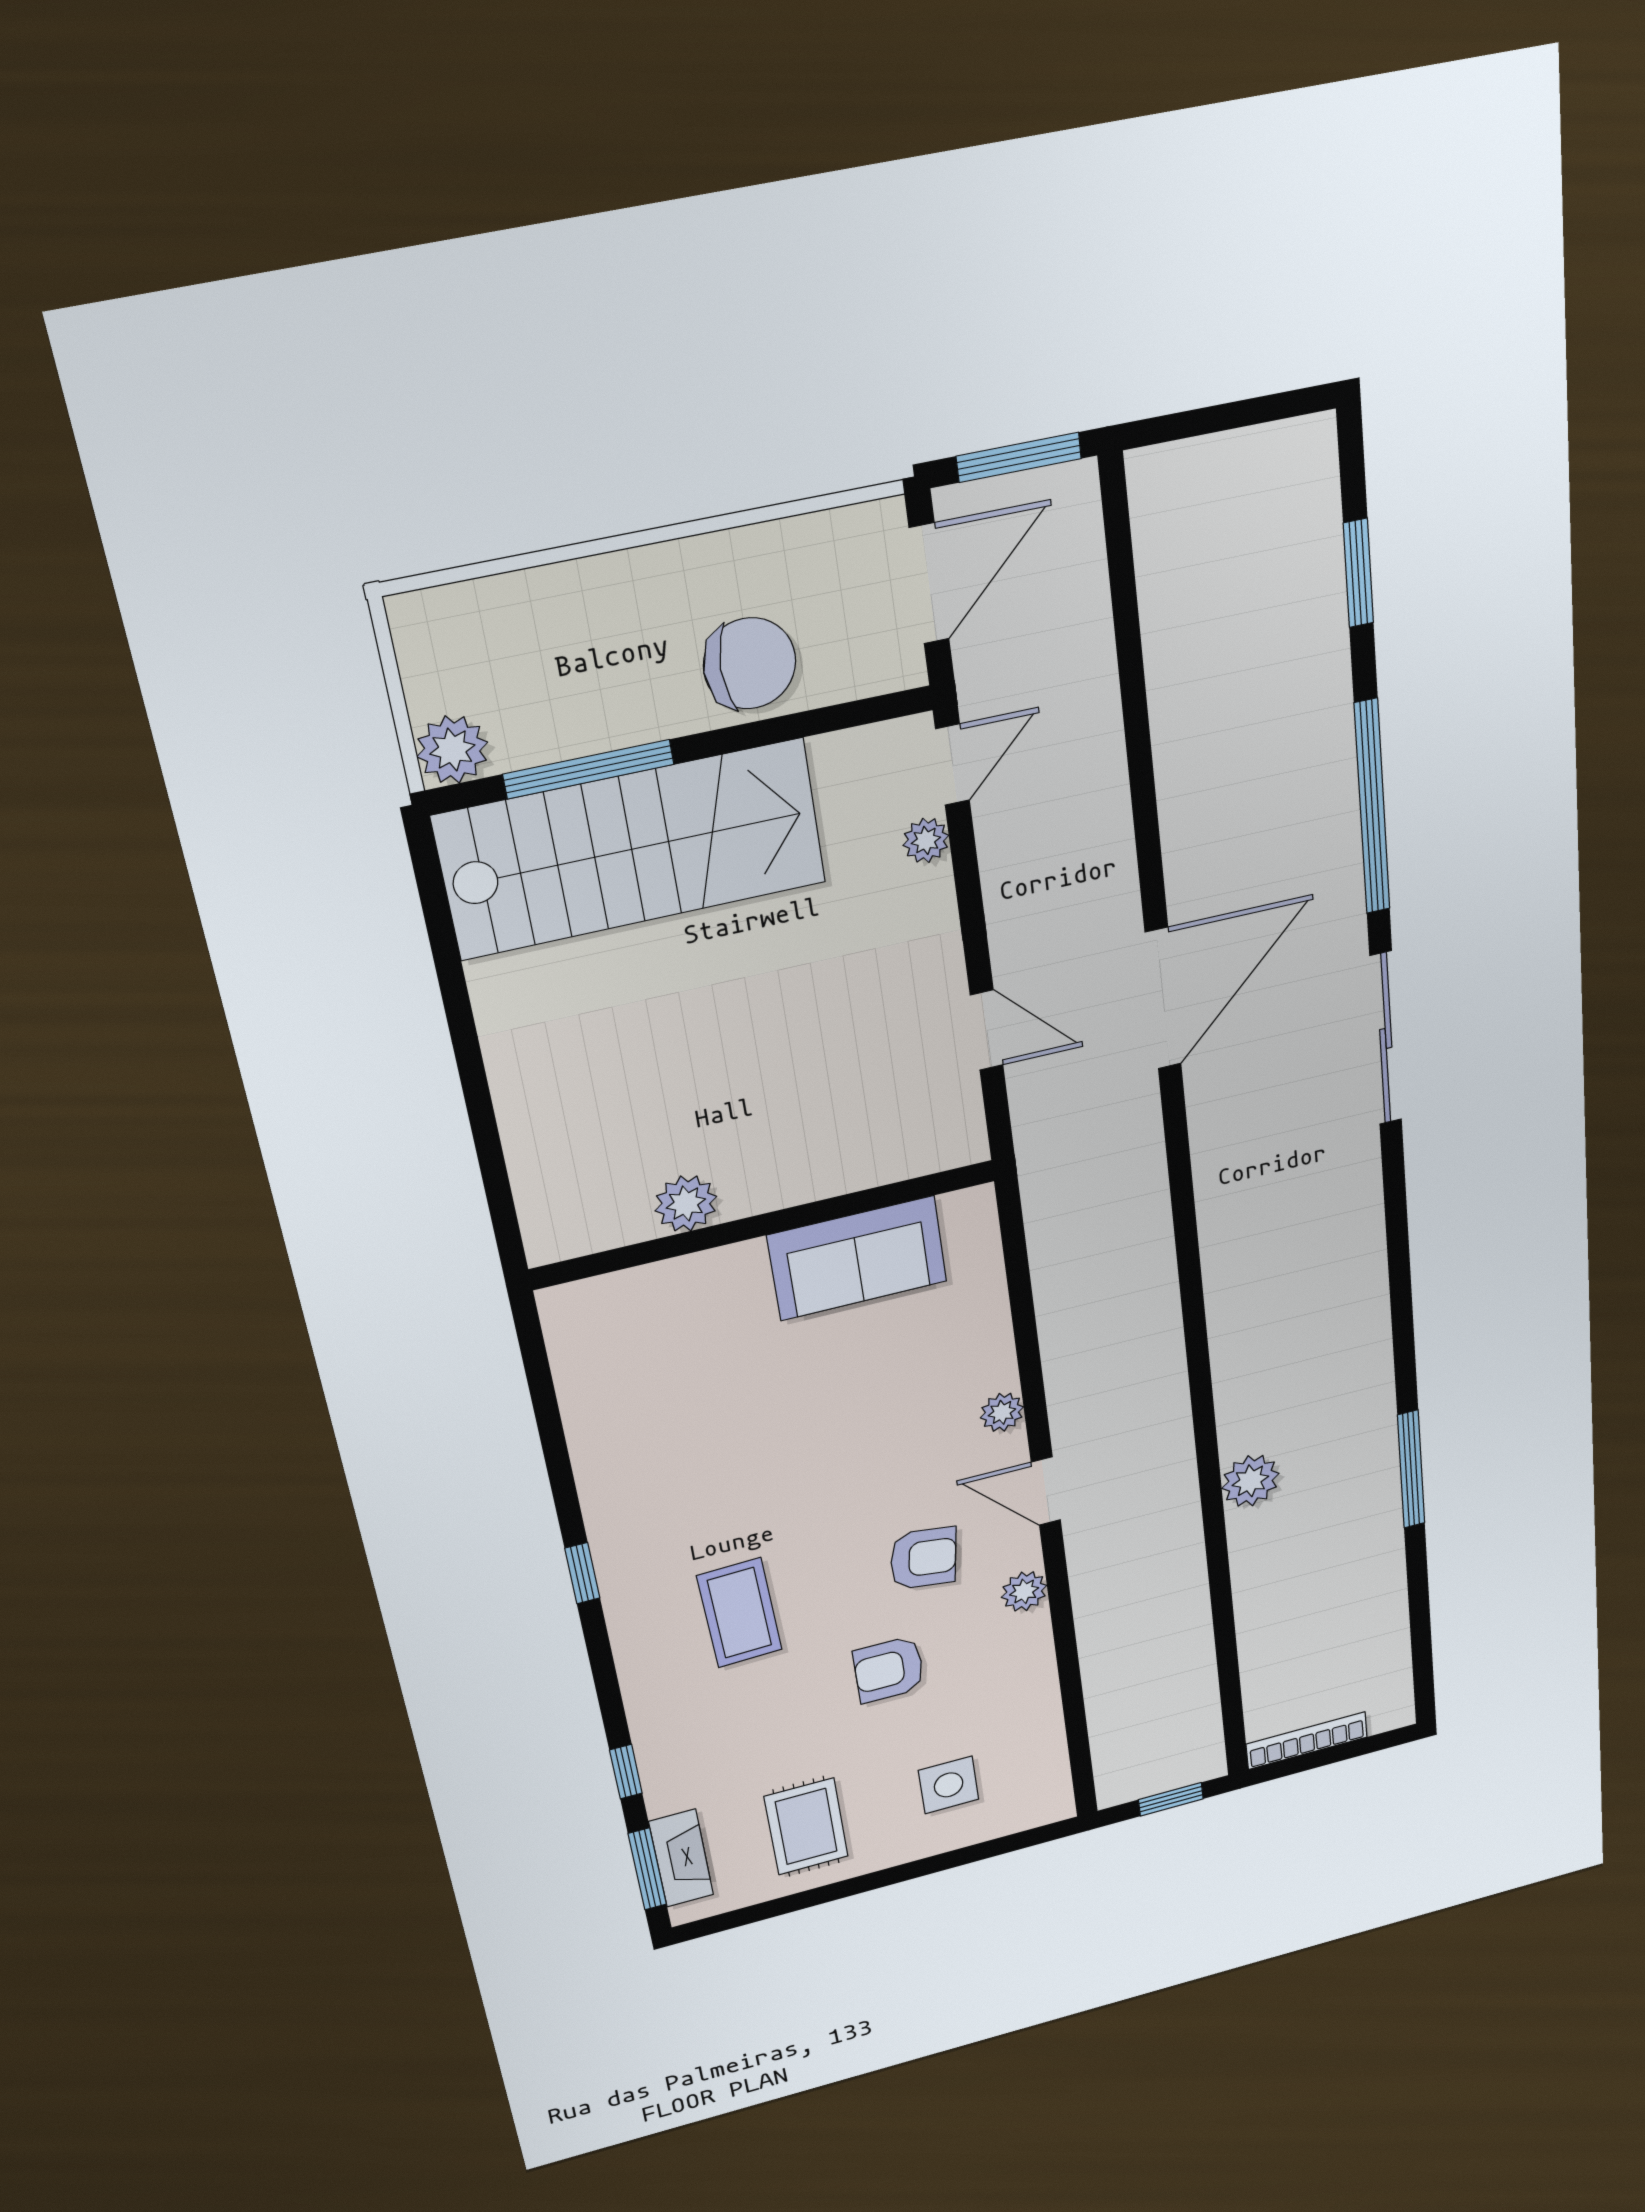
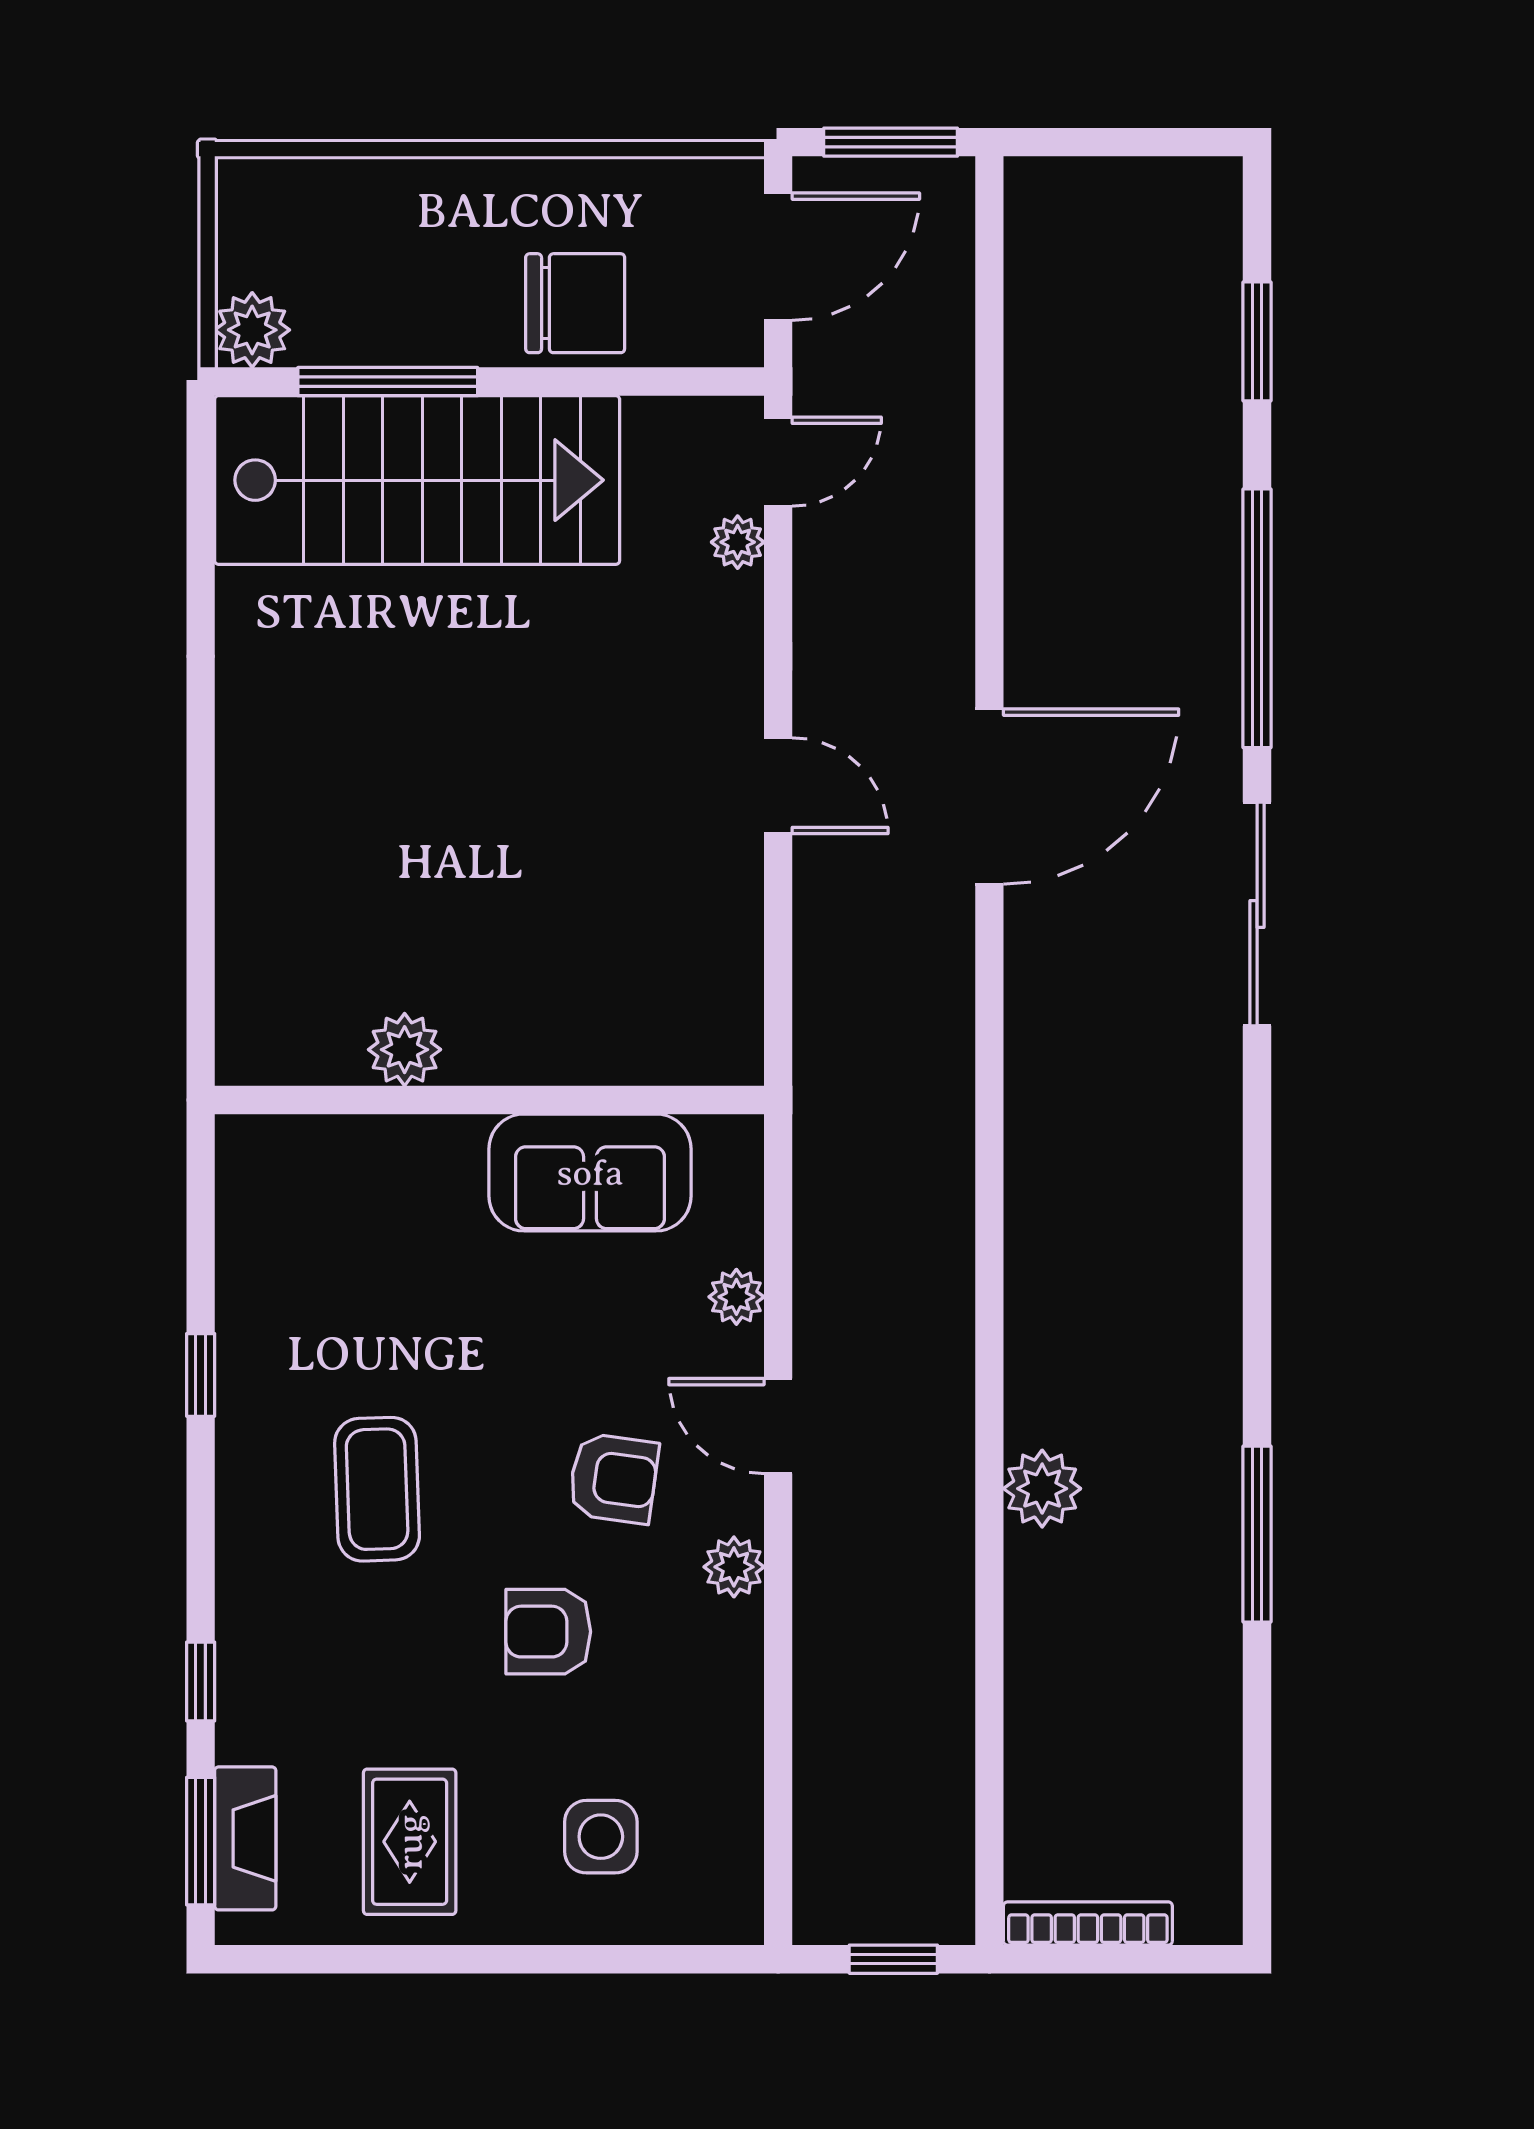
plant: (686, 1204) -> (405, 1050), moved
wall: (765, 1225) -> (489, 1100), moved
sofa: (857, 1258) -> (590, 1173), moved

